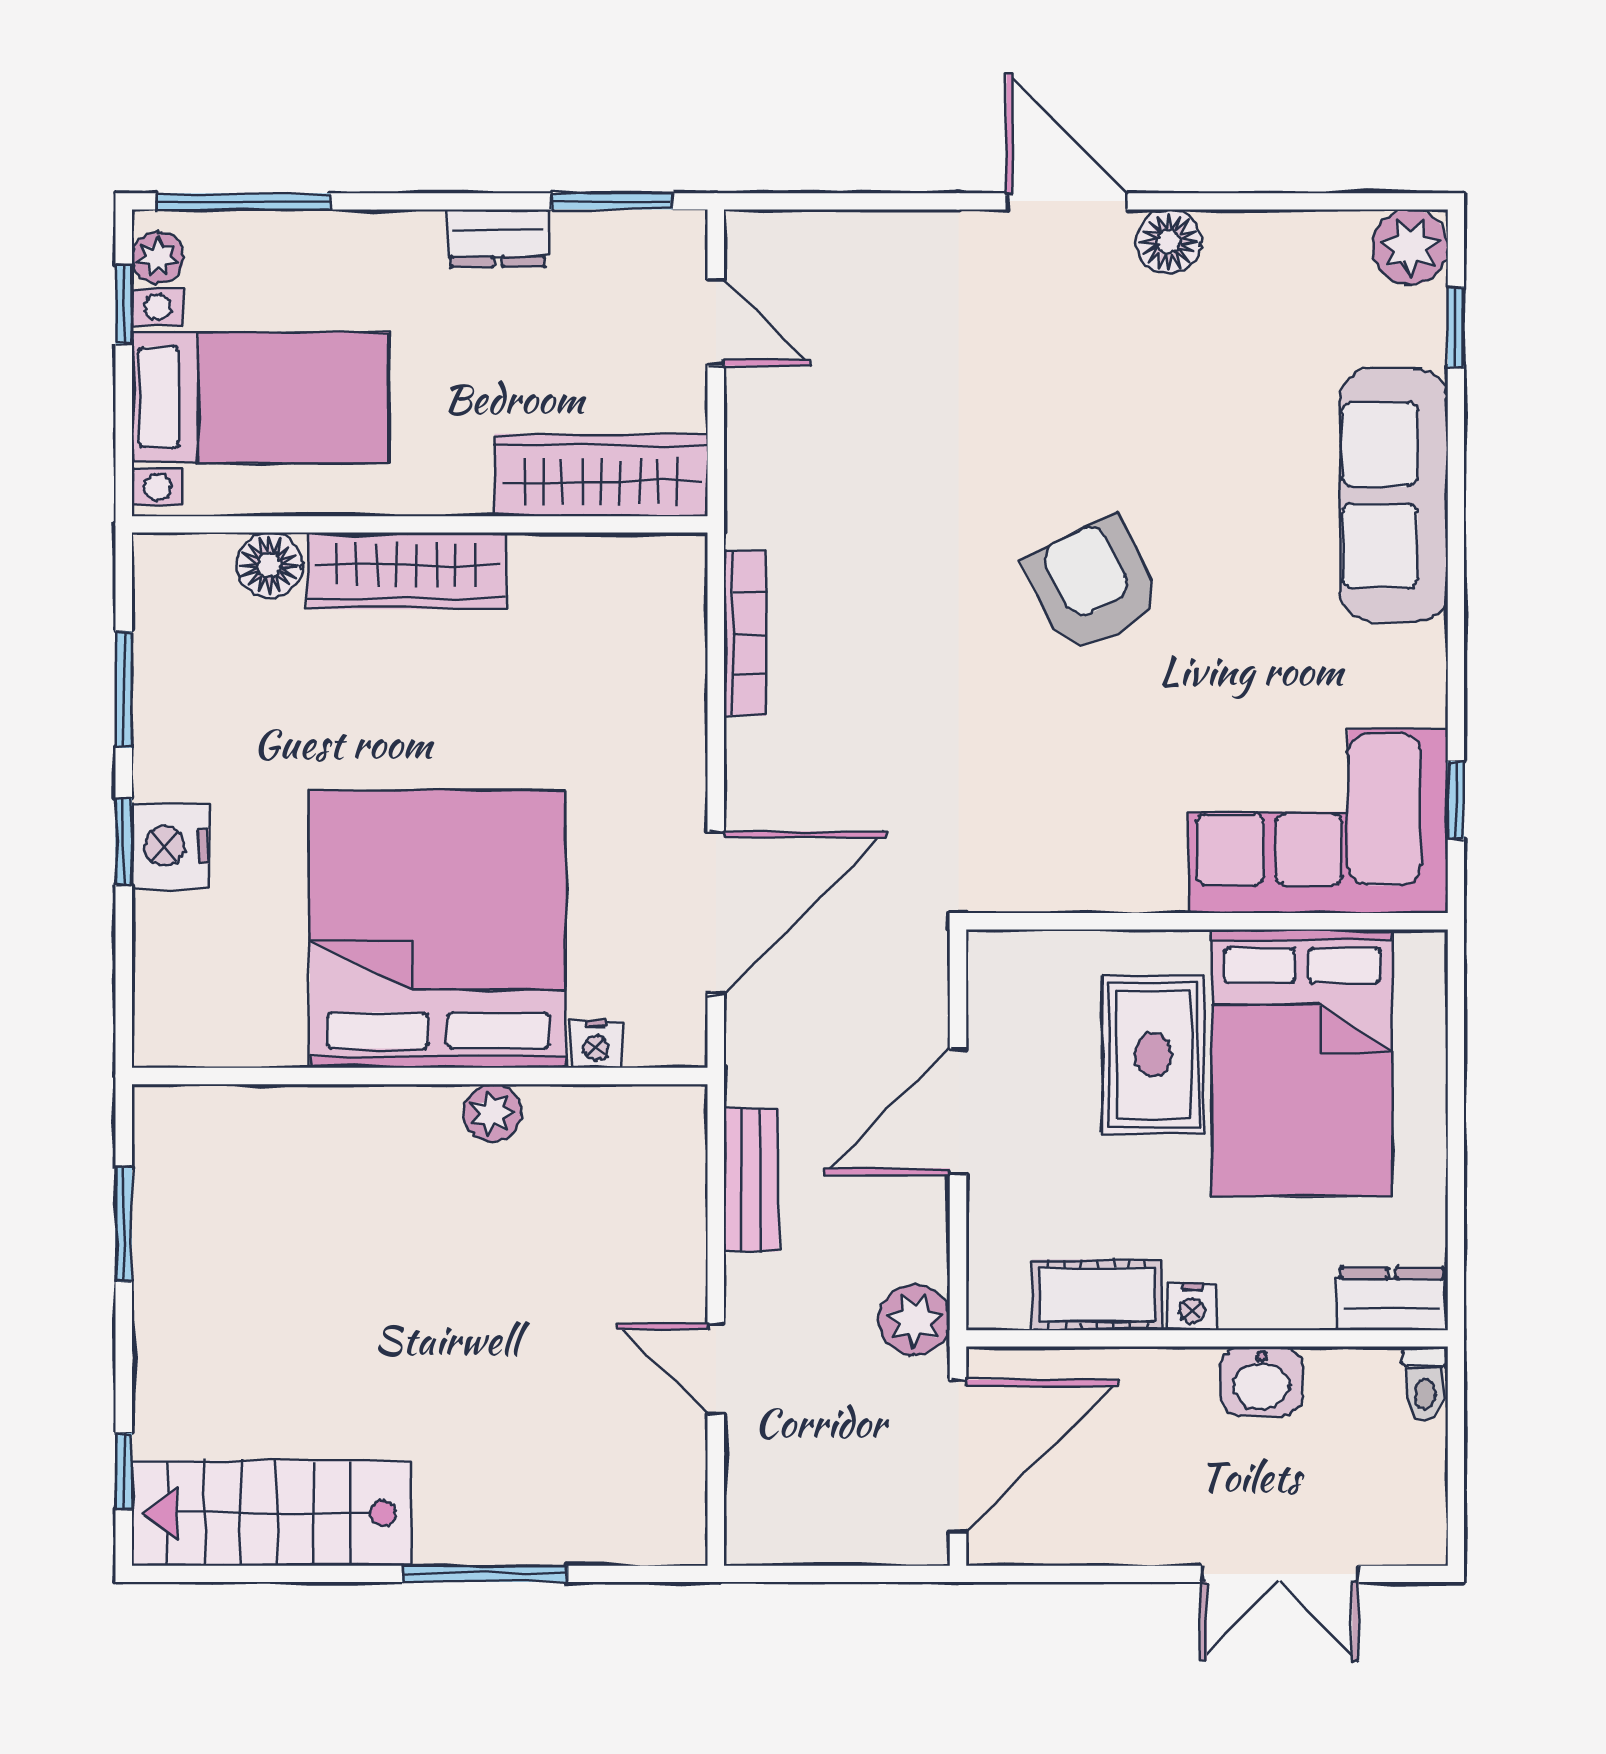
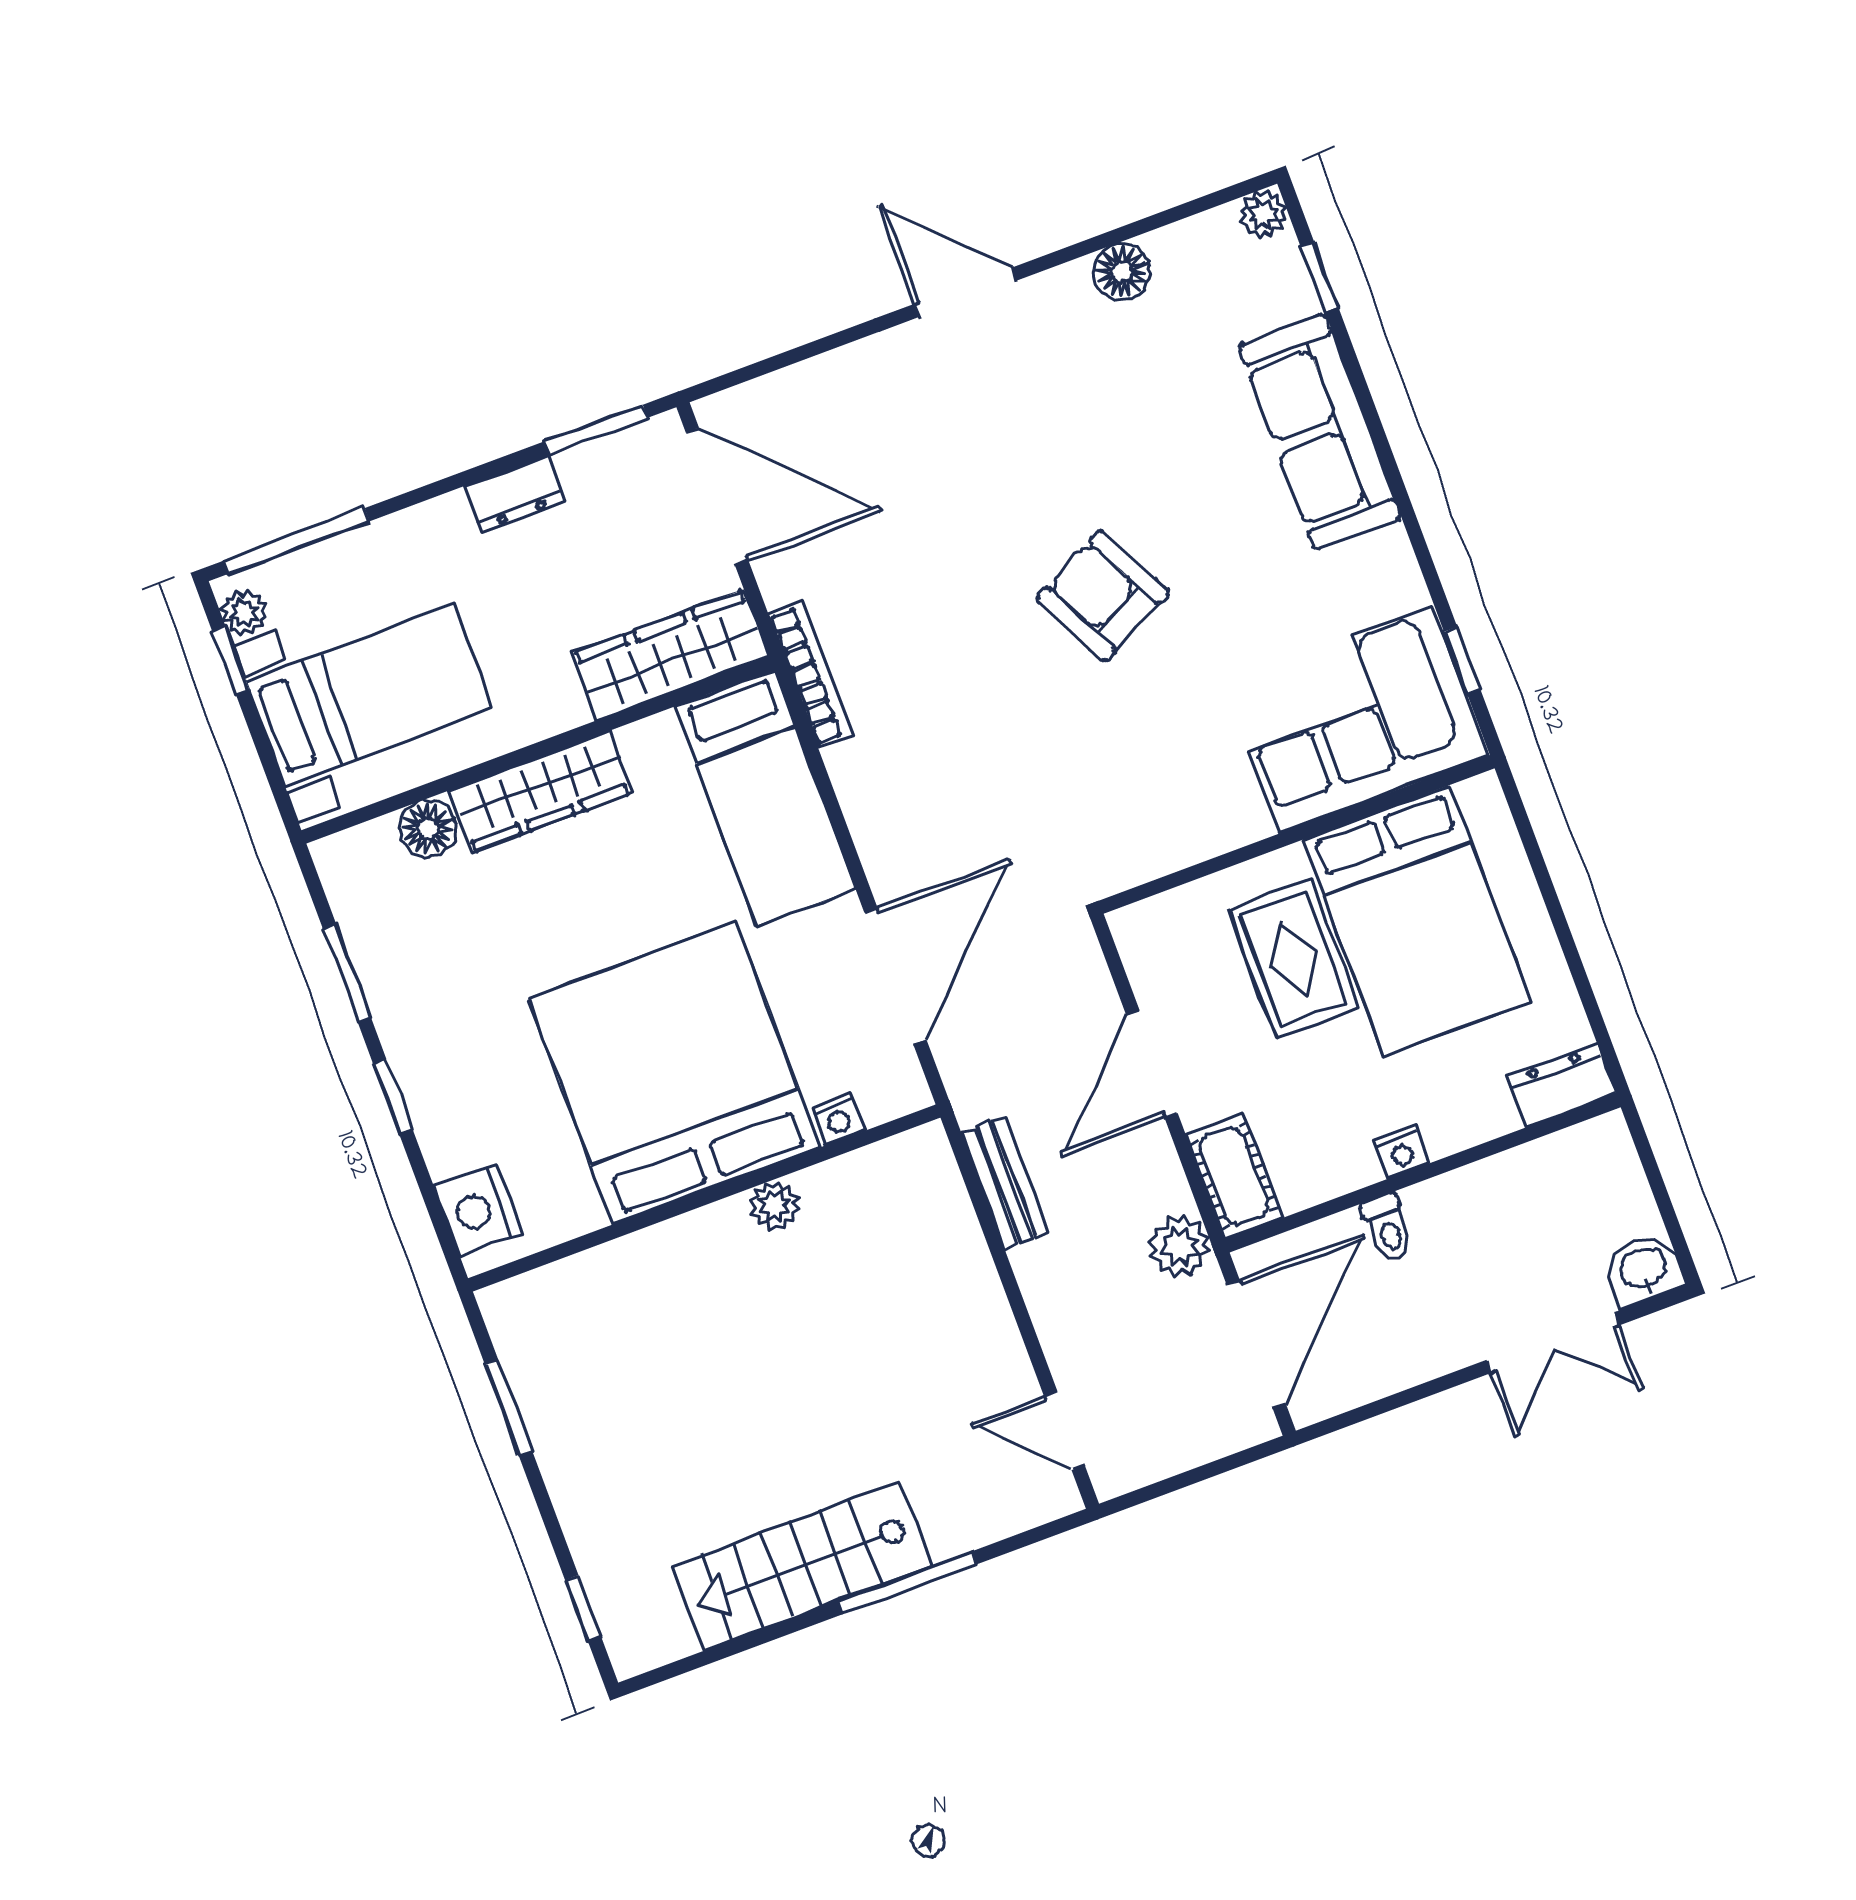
floor lamp: (1169, 242) -> (1122, 272), moved
plant: (1410, 247) -> (1263, 214), width x0.73, depth x0.73
door: (716, 322) -> (717, 496), width x1.88
bookcase: (745, 633) -> (810, 674), moved
bed: (647, 667) -> (765, 797), added
nightstand: (170, 846) -> (478, 1210), moved
cot: (1097, 1295) -> (1234, 1176), moved, turned 90
door: (716, 1369) -> (1064, 1431), moved
washbasin: (1261, 1381) -> (1643, 1269), moved, turned 180
toilet: (1425, 1383) -> (1388, 1228), moved
stairs: (271, 1513) -> (802, 1566), moved

